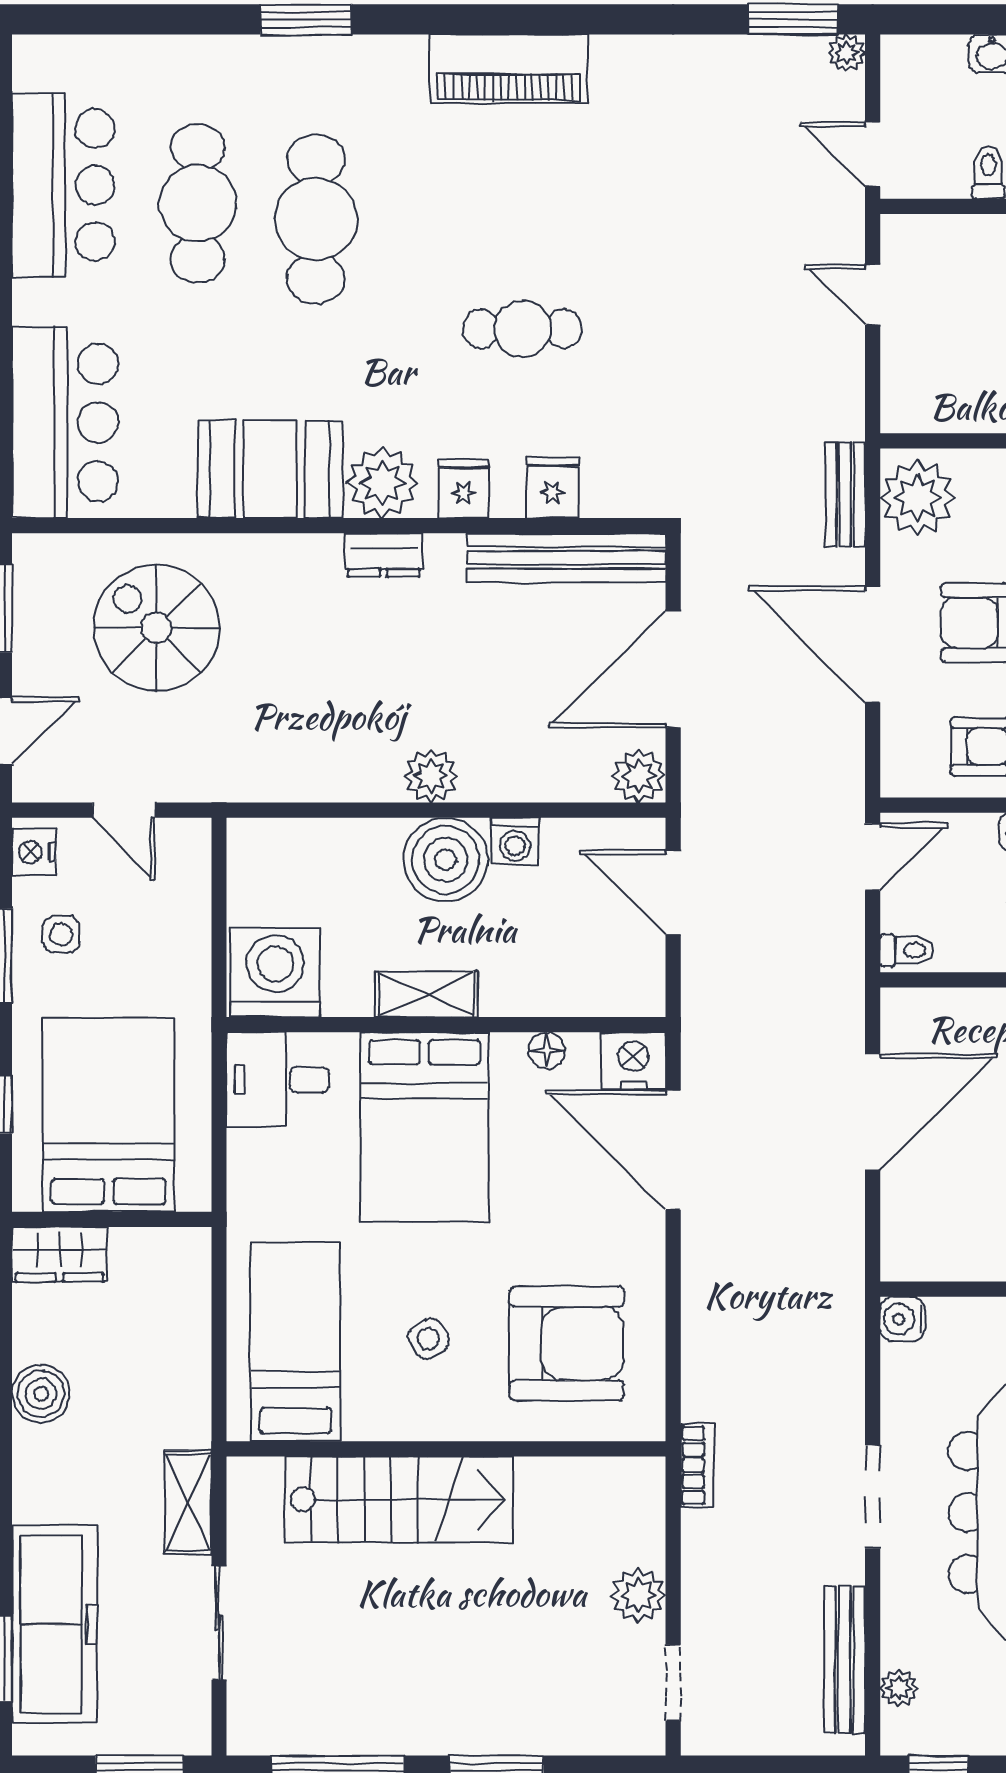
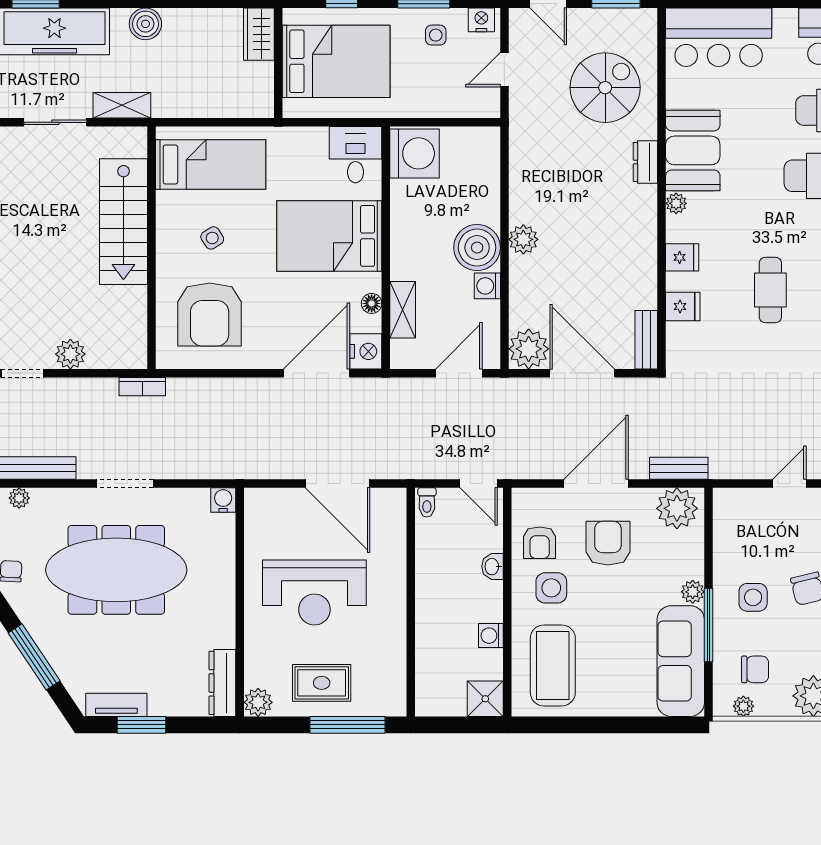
plant: (382, 483) -> (676, 203), width x0.53, depth x0.53
dresser: (384, 555) -> (645, 162), moved
bench: (567, 558) -> (646, 340), width x0.54, depth x0.82
plant: (639, 776) -> (529, 349), width x1.36, depth x1.36
shelving: (426, 994) -> (403, 310), moved
boiler: (41, 1394) -> (145, 24), moved

